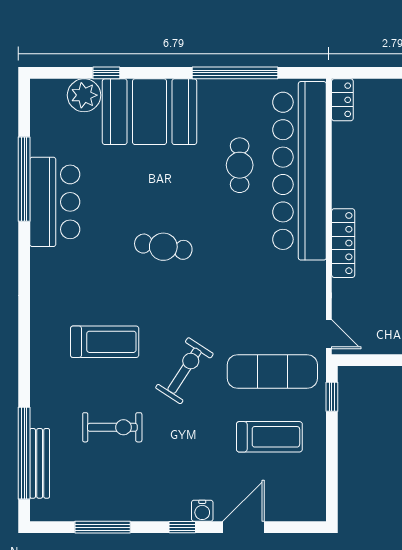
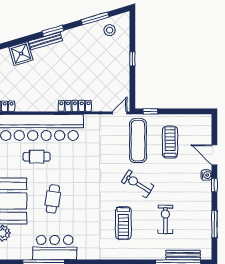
cafe table: (163, 247) -> (53, 199), moved
treadmill: (105, 342) -> (123, 223), turned 180

